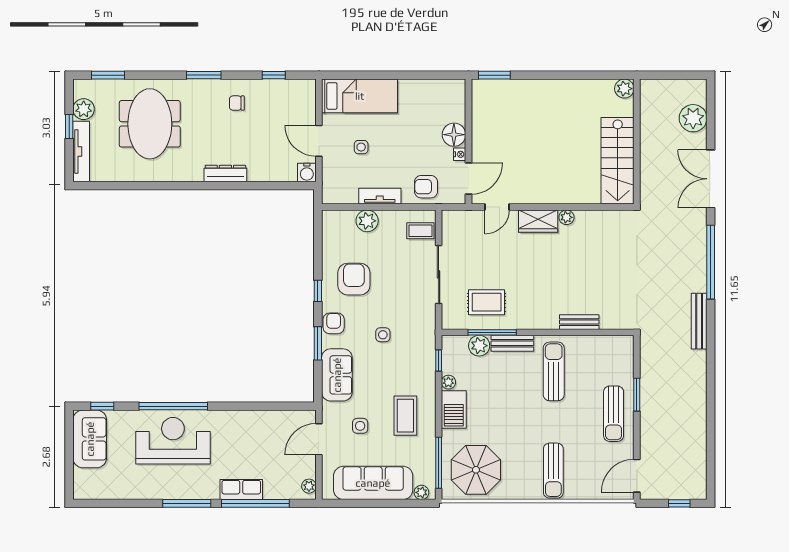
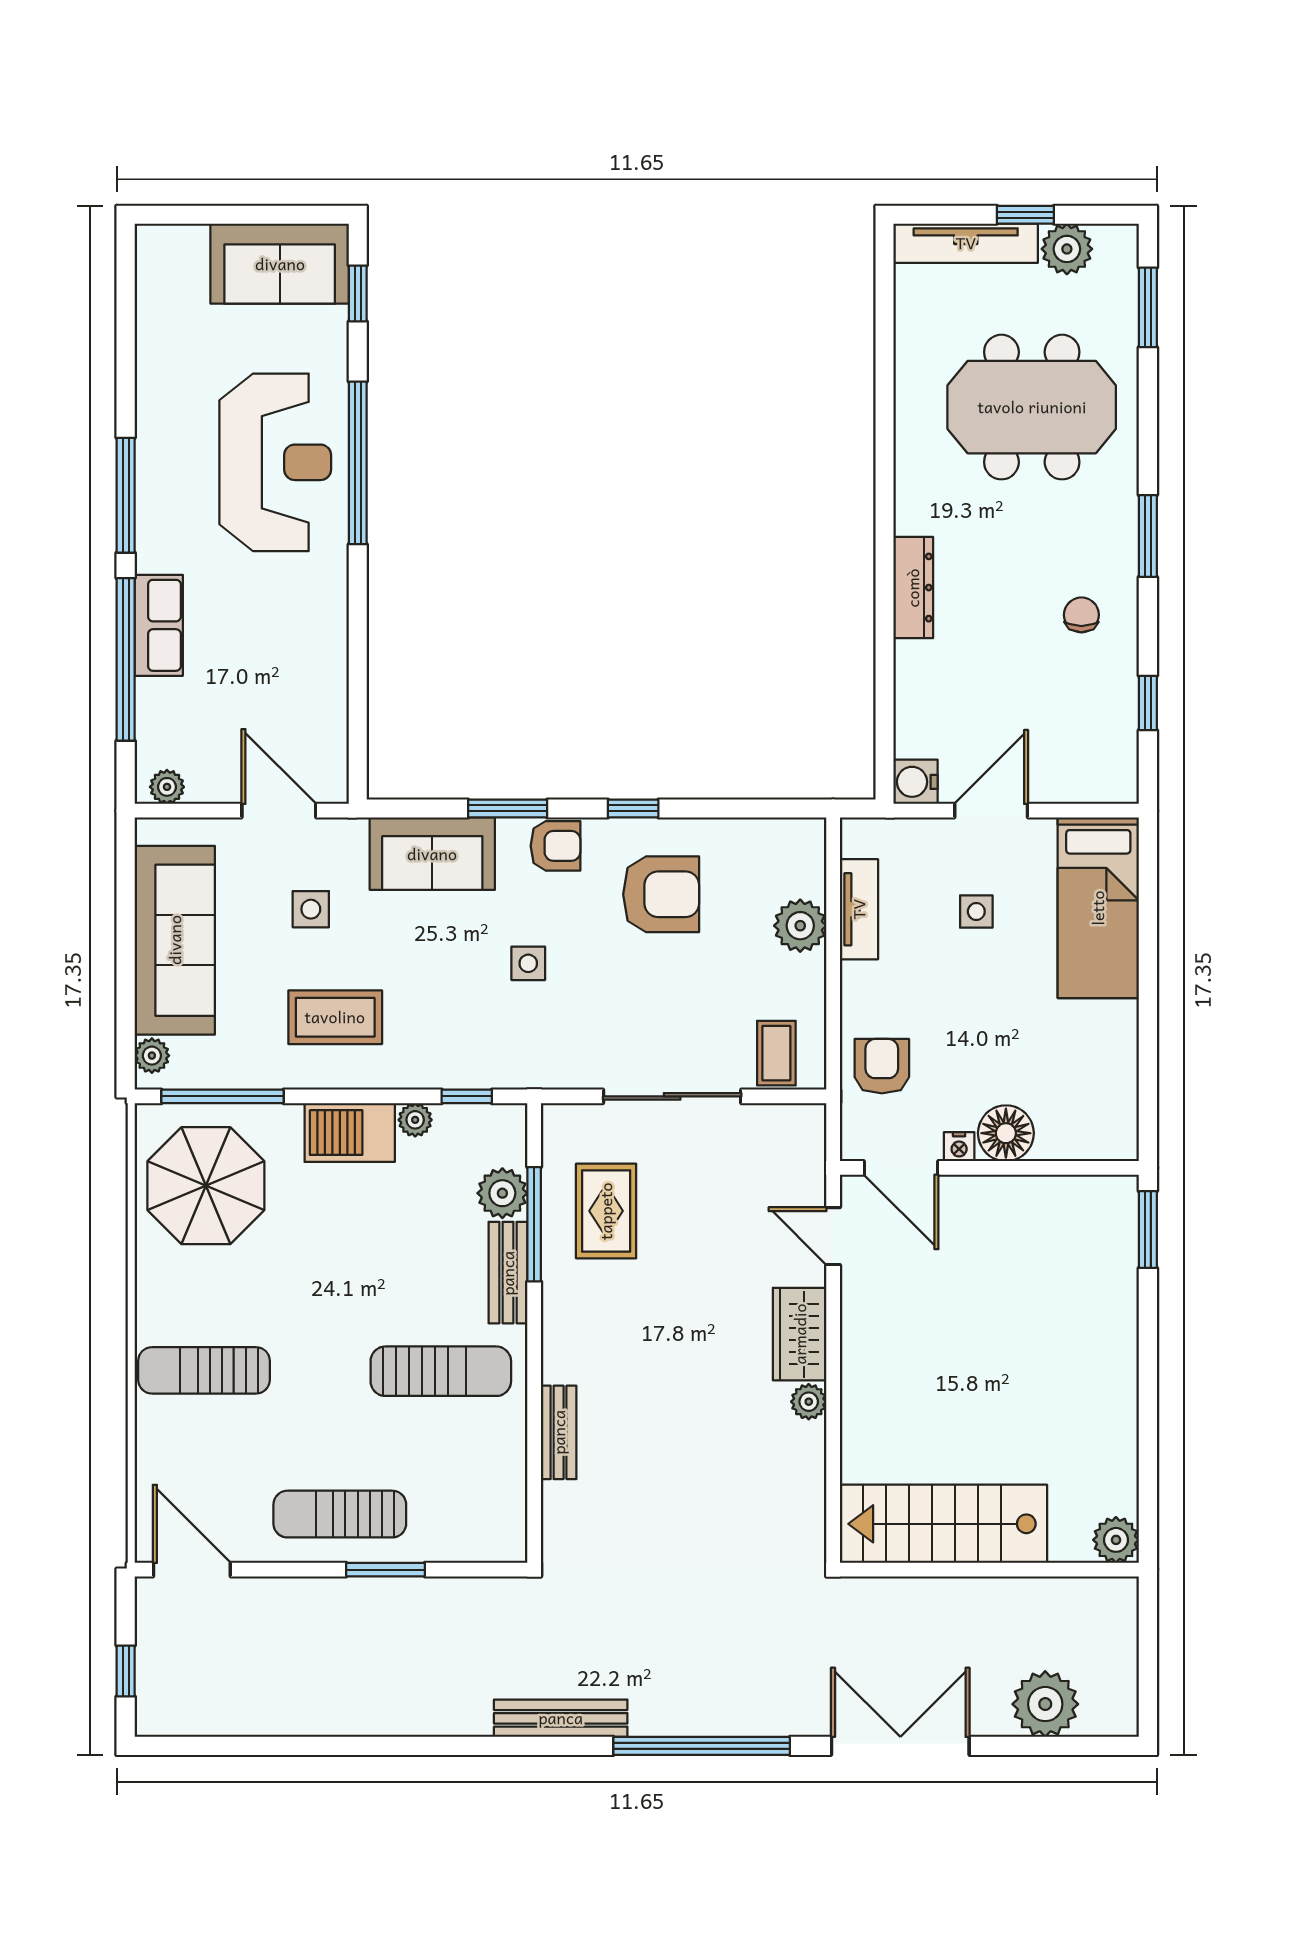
tv unit: (380, 196) -> (859, 909), moved

